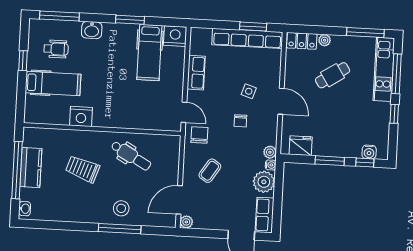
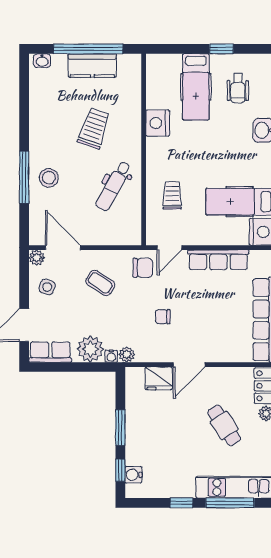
row of seats: (196, 73) -> (218, 260), width x1.48
side table: (249, 91) -> (47, 287), moved
trolley: (141, 108) -> (172, 195), added
fridge: (301, 146) -> (159, 378), moved, turned 90

